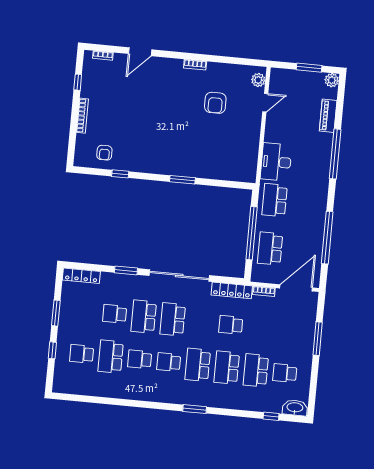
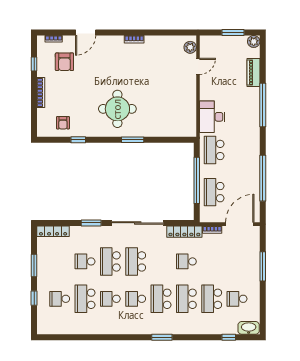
armchair: (215, 103) -> (64, 62), moved
round table: (168, 143) -> (117, 109), added

